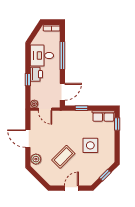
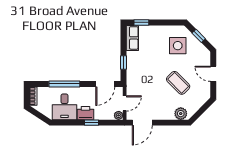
door: (62, 92) -> (105, 84), swing flipped
door: (28, 139) -> (142, 123), moved
side table: (90, 145) -> (178, 46), moved

